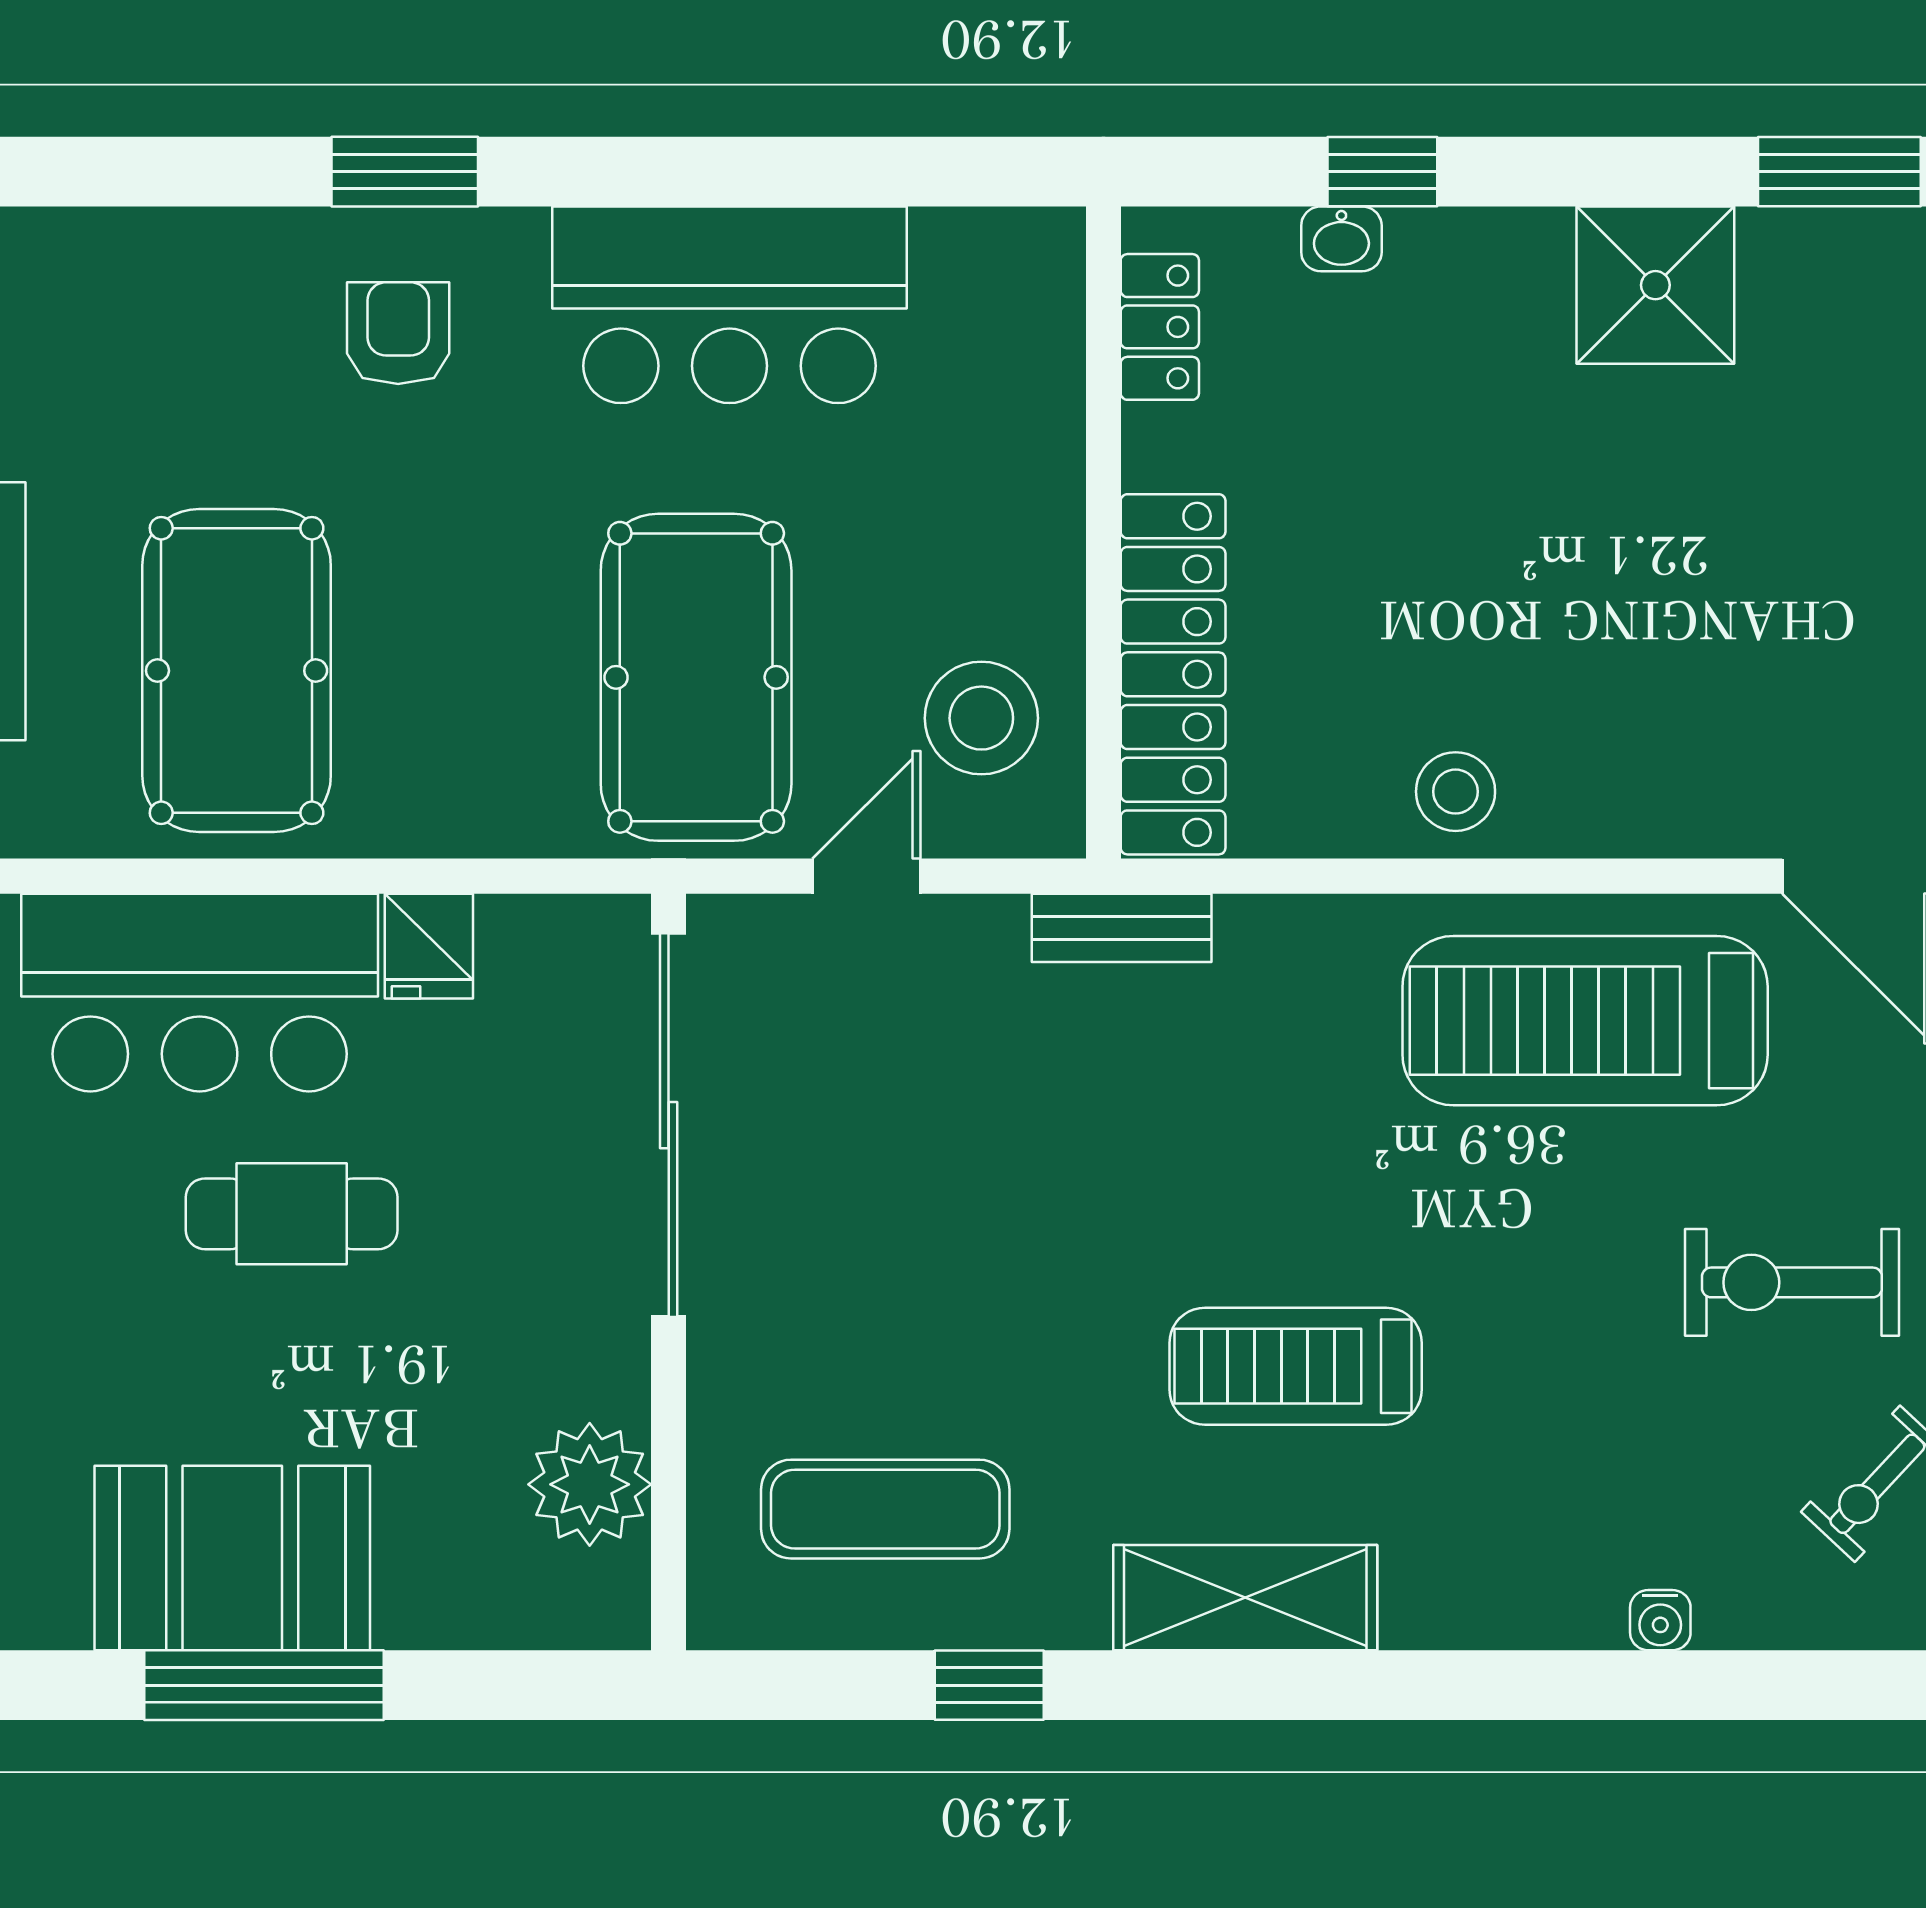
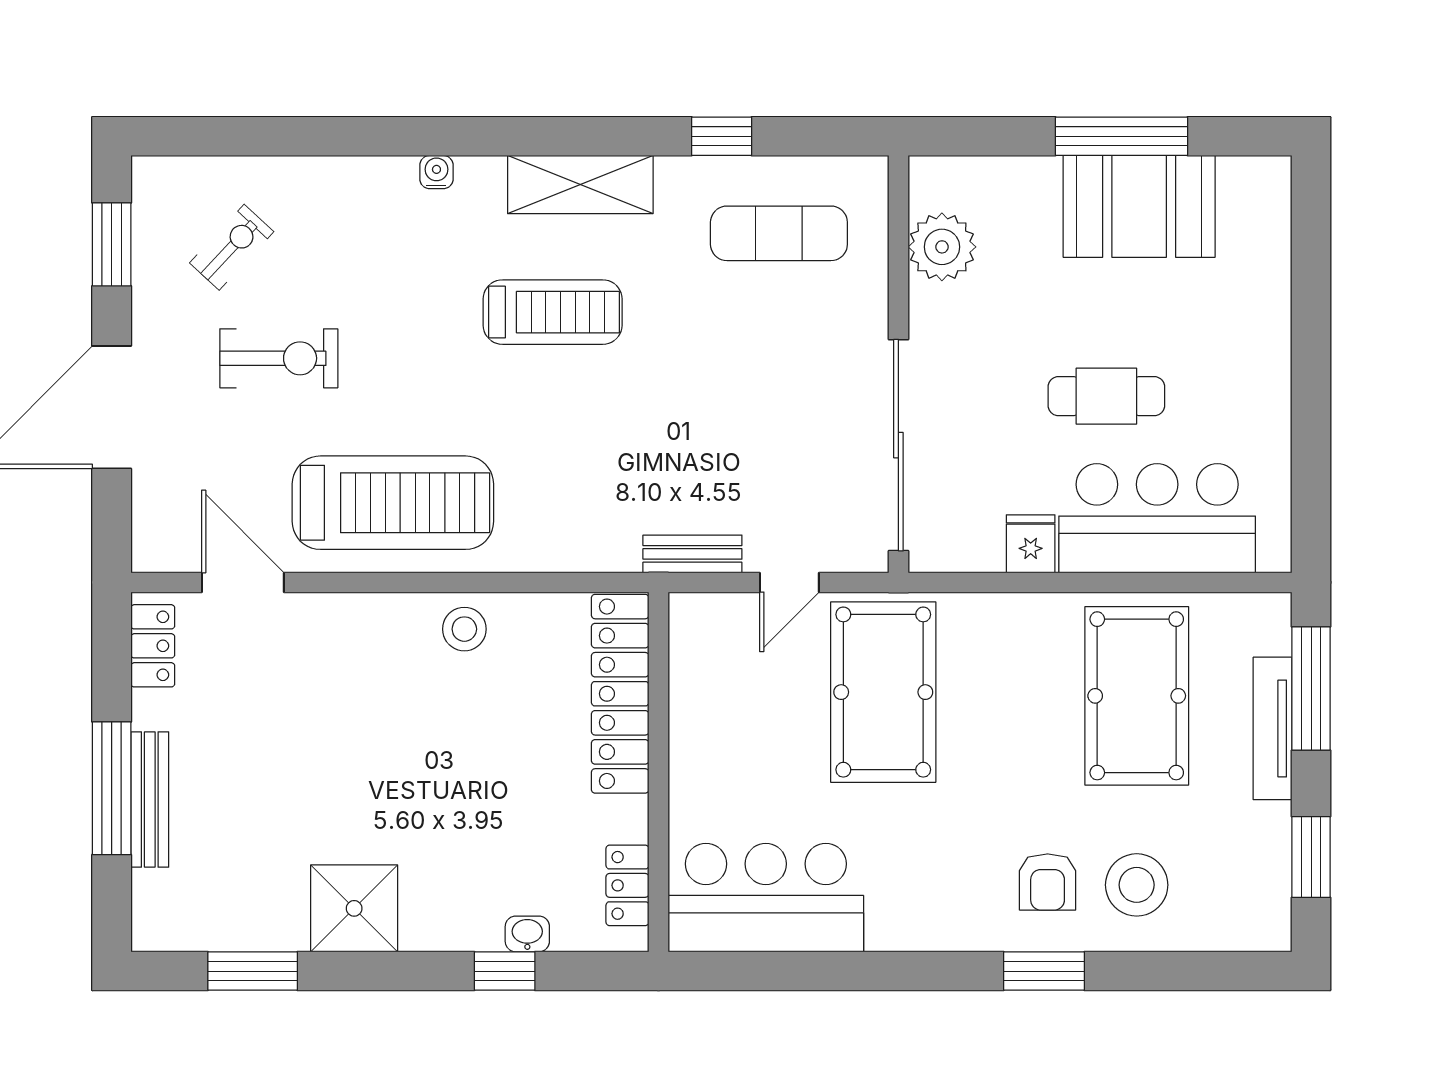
bar counter: (730, 305) -> (766, 898), moved
stool: (981, 718) -> (1137, 885), moved
bench: (1122, 928) -> (692, 554), moved
water cooler: (1660, 1620) -> (436, 172), moved

